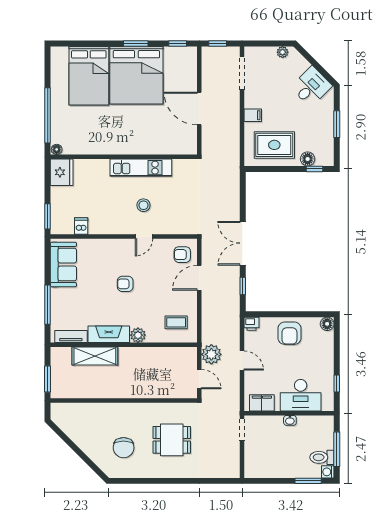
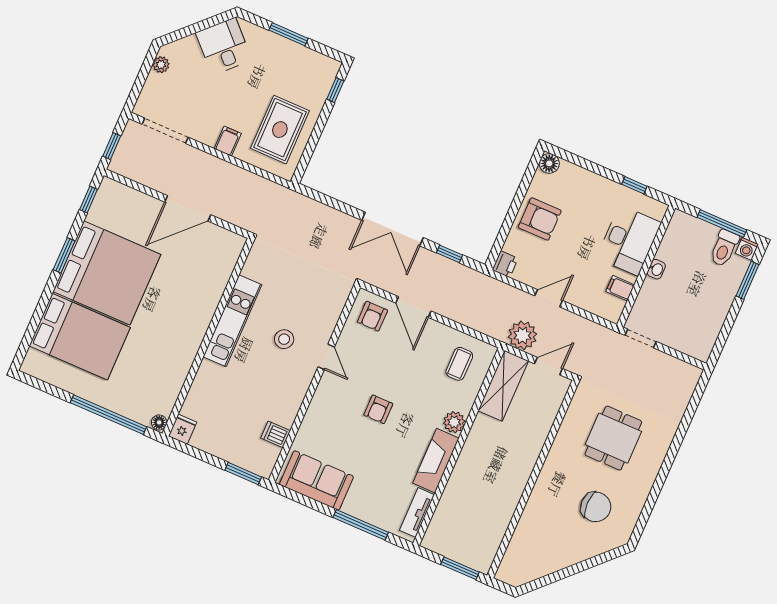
floor lamp: (308, 159) -> (318, 93), removed
fridge: (62, 172) -> (183, 429), width x0.53, depth x0.75
shelving: (95, 356) -> (503, 386), moved
filing cabinet: (262, 403) -> (620, 288), width x0.50

